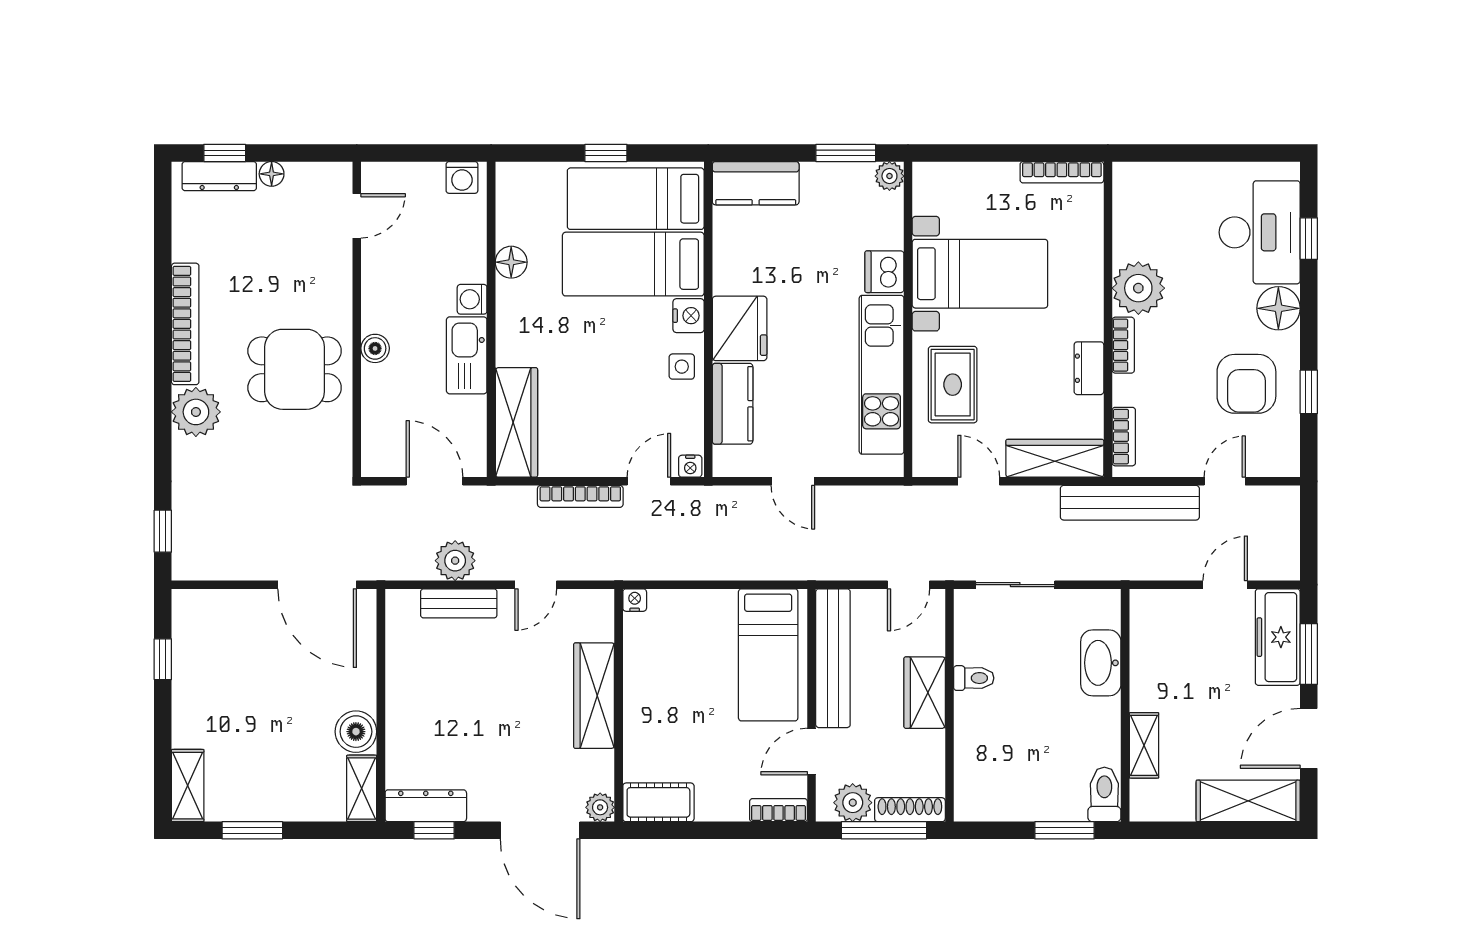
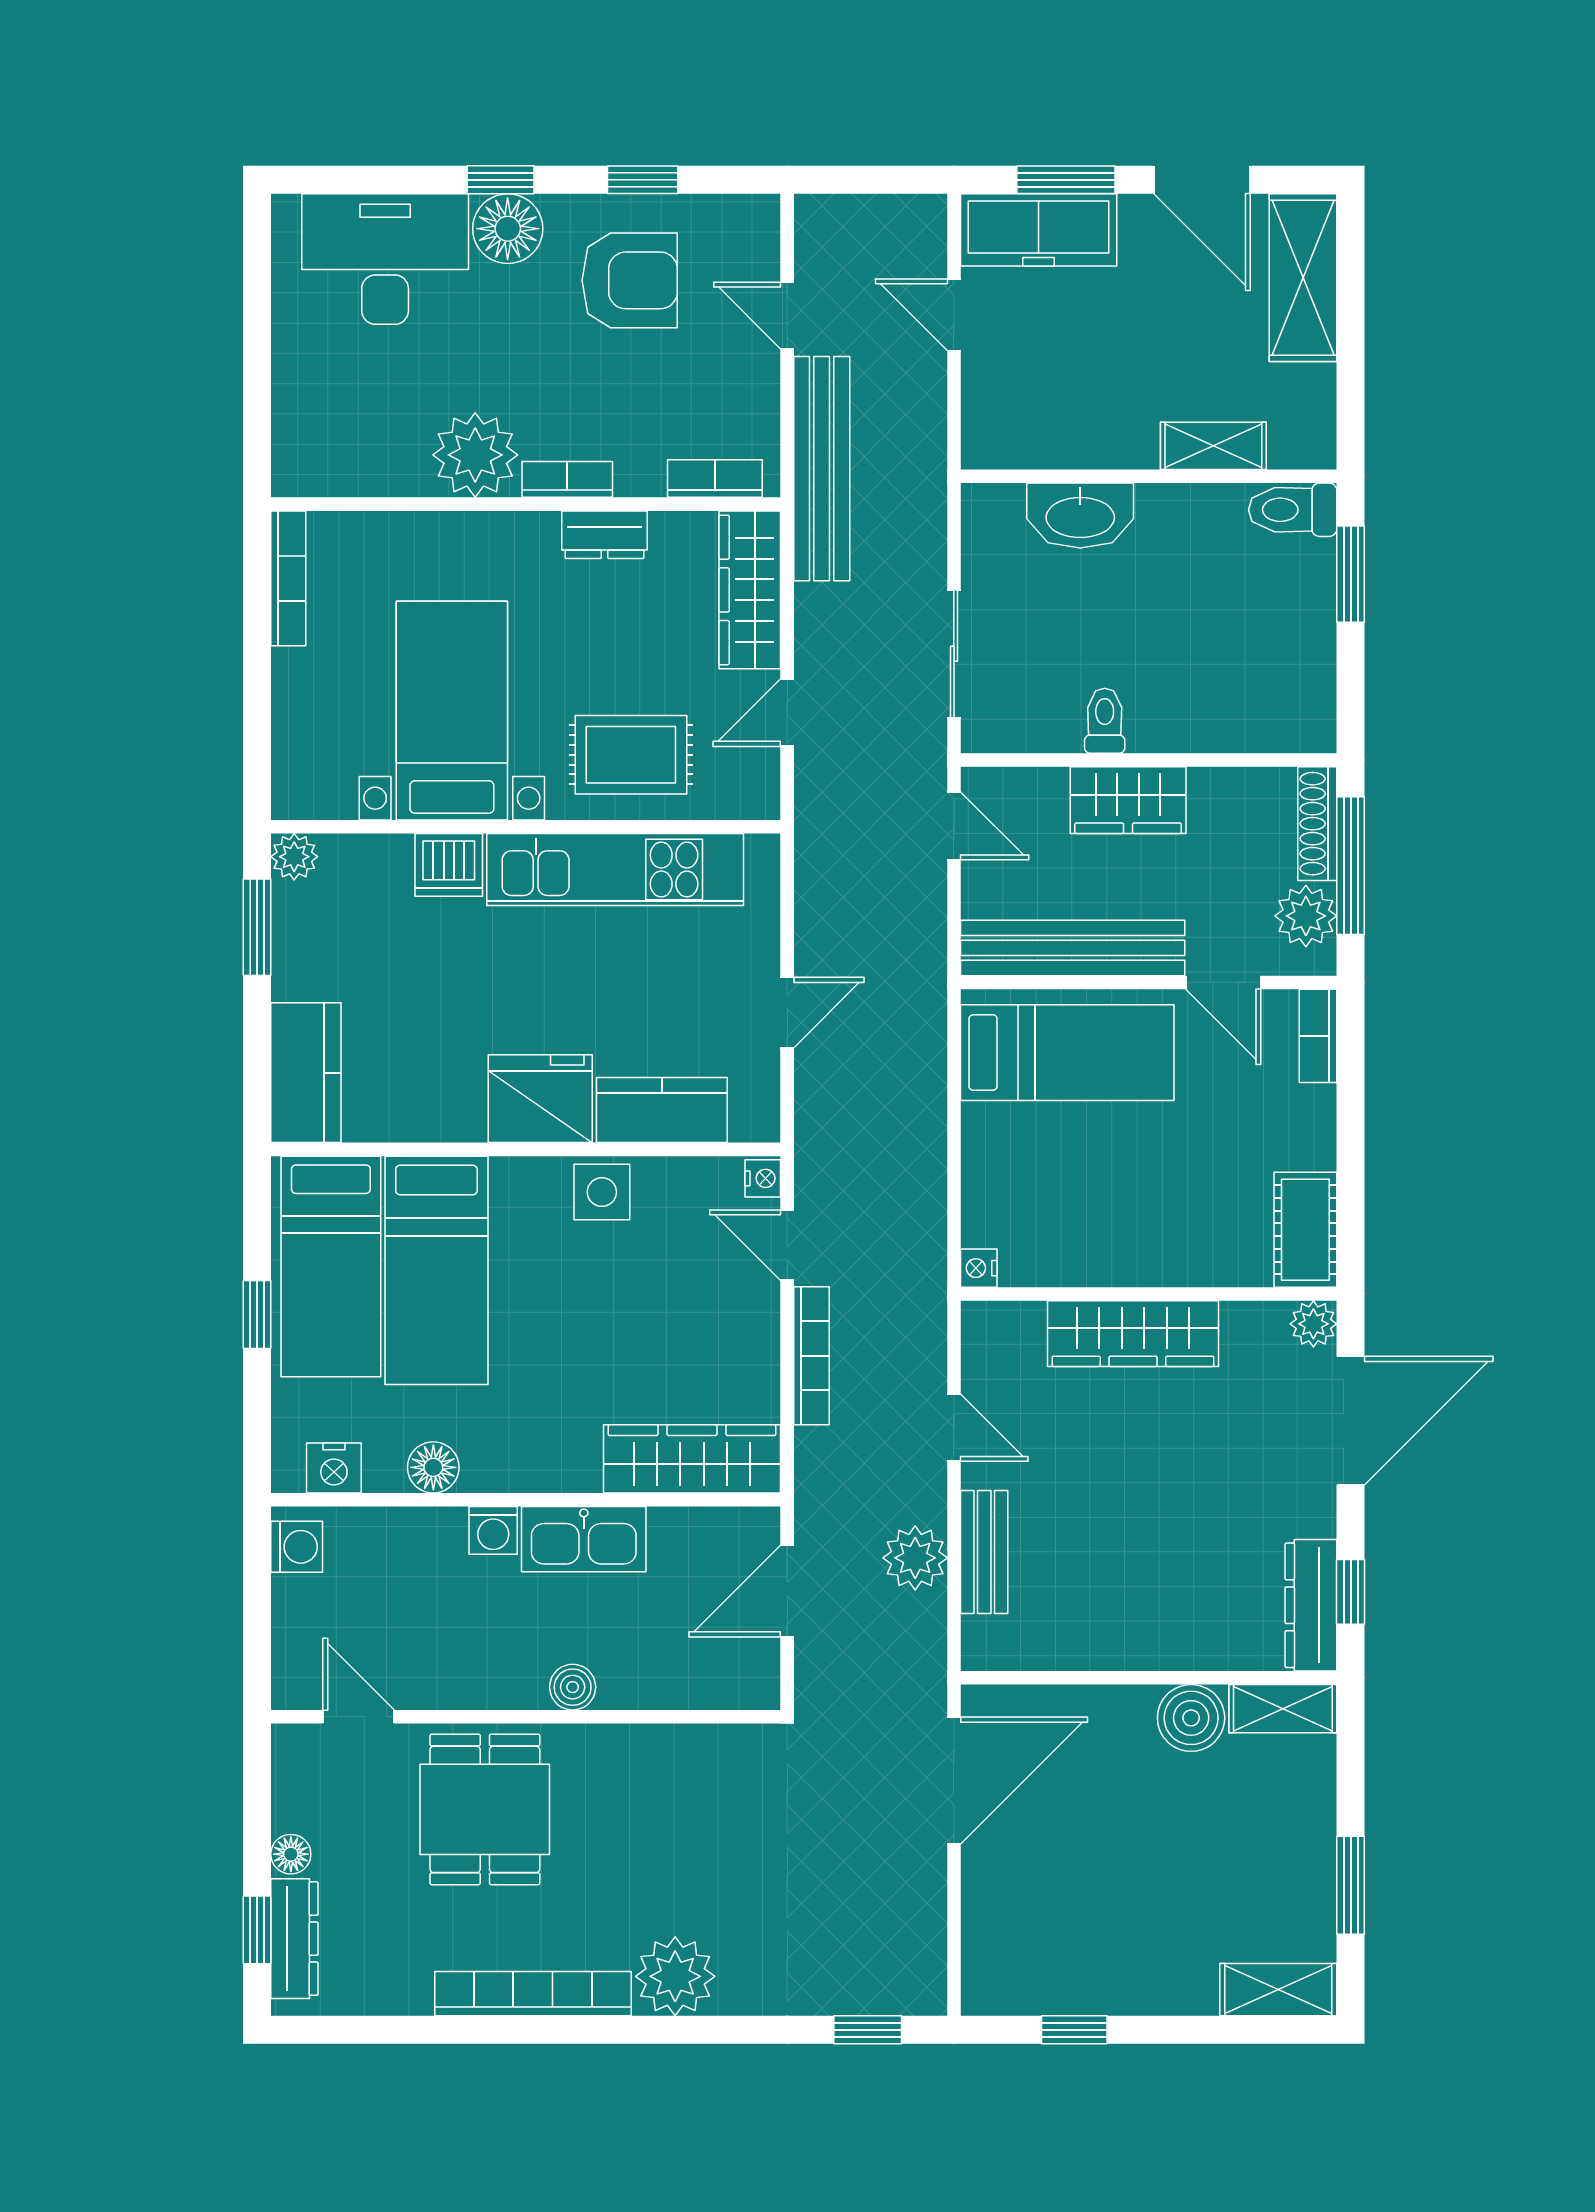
window: (1309, 239) -> (501, 180), moved
nightstand: (689, 316) -> (334, 1468), moved, turned 180
side table: (682, 367) -> (602, 1192), width x1.37, depth x1.37
dining table: (295, 369) -> (485, 1809), moved

